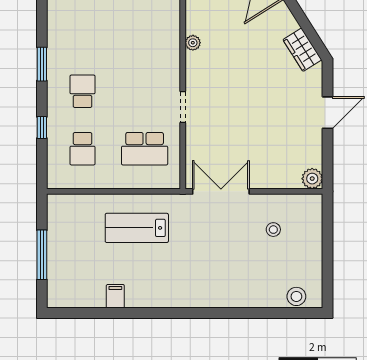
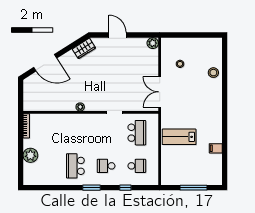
school desk: (82, 34) -> (75, 166), added
lab bench: (137, 228) -> (179, 137), turned 90
stool: (296, 296) -> (213, 73), moved

